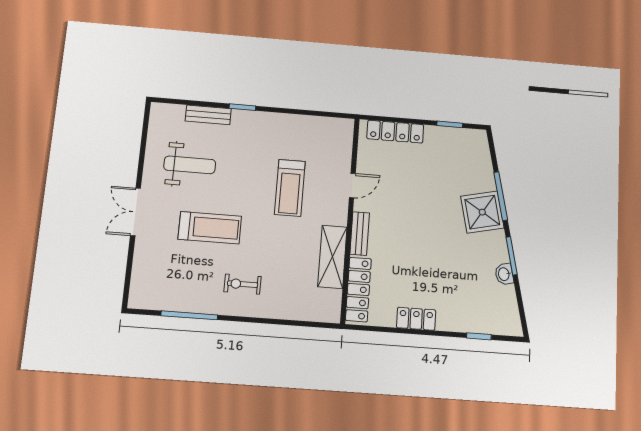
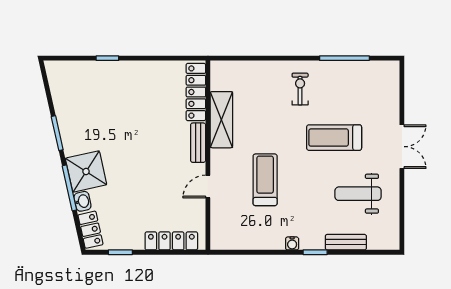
water cooler: (266, 118) -> (292, 243), added
washbasin: (504, 274) -> (82, 201), moved
exercise bike: (243, 284) -> (300, 89), turned -90
locker: (416, 319) -> (91, 230), moved, turned -103
window: (479, 336) -> (107, 58), moved

